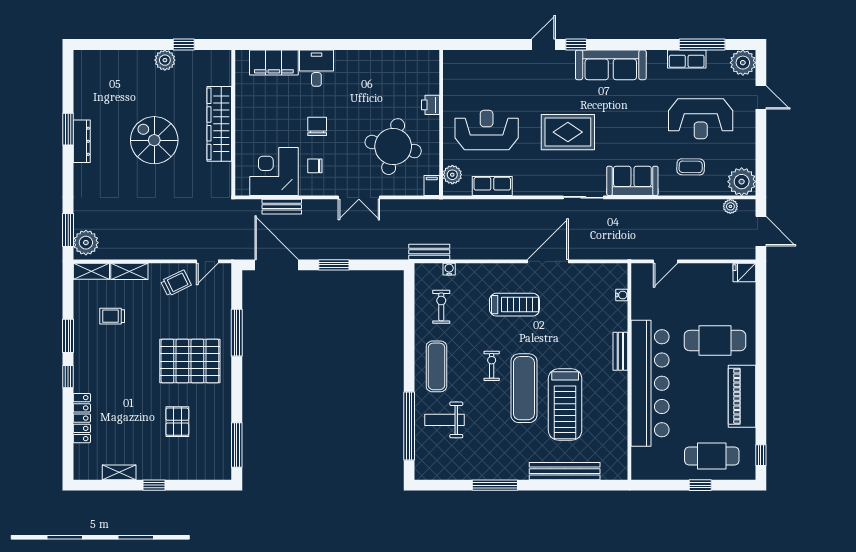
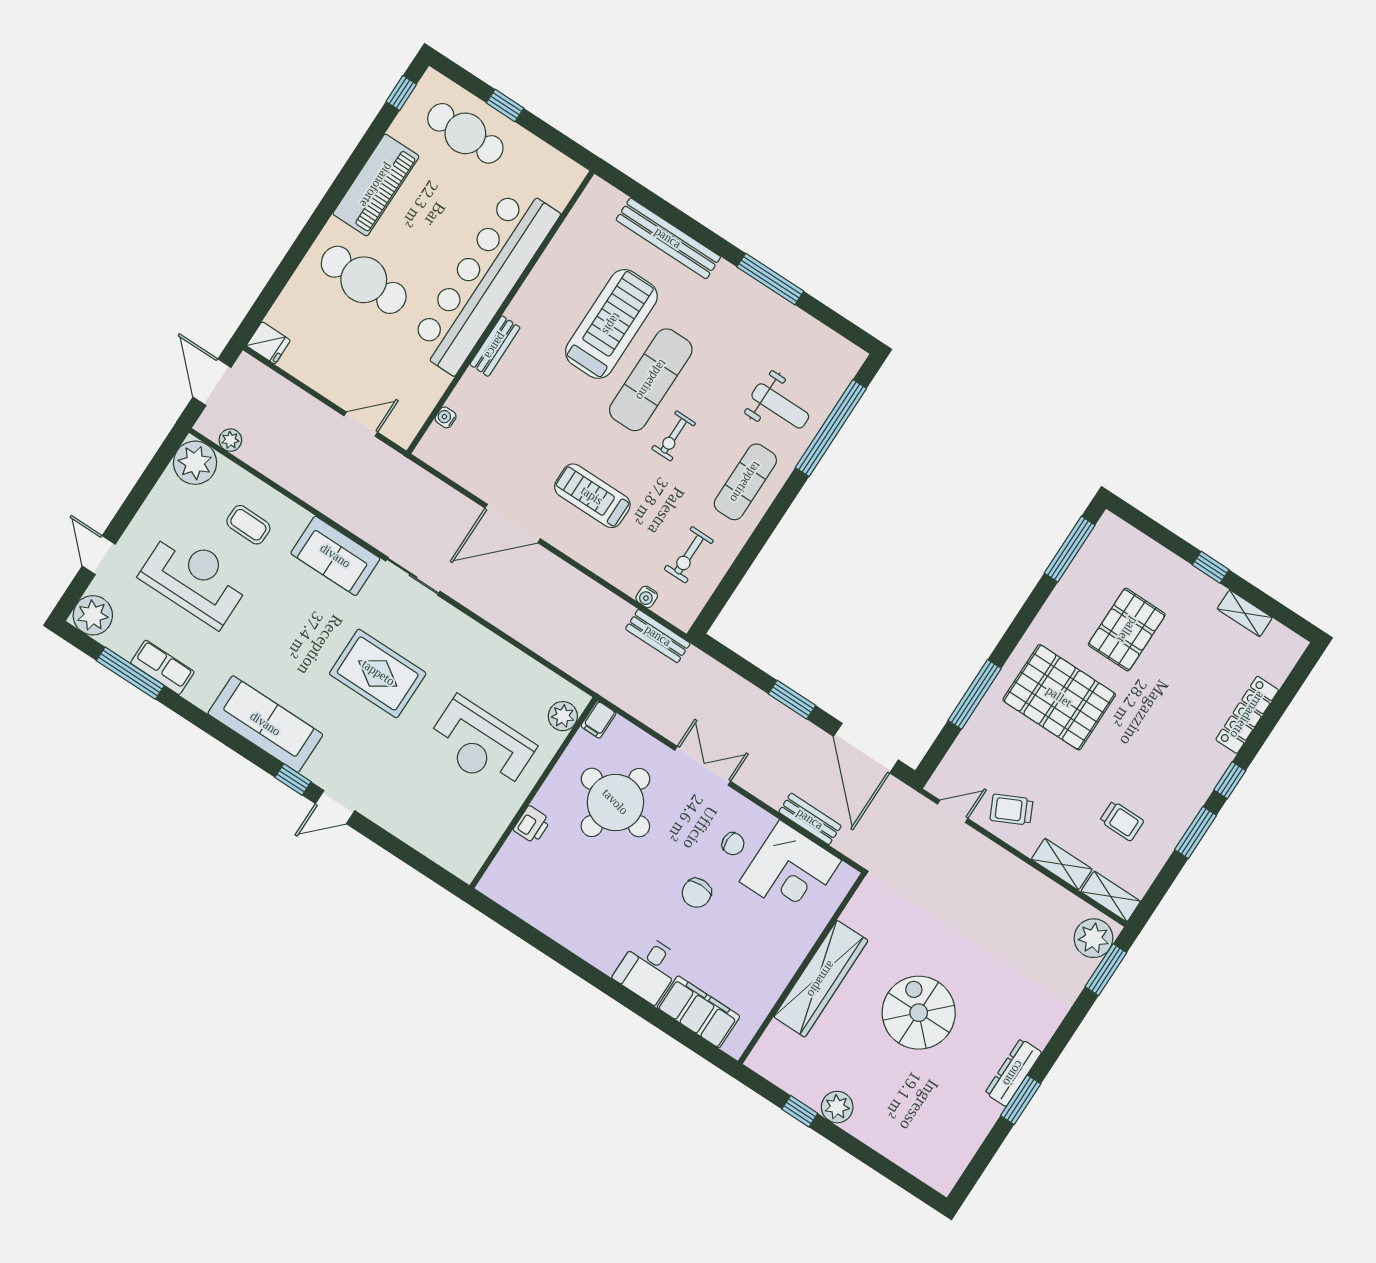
spiral stairs: (154, 140) -> (919, 1013), turned 180
row of seats: (492, 186) -> (521, 668), removed
pallet: (177, 422) -> (1127, 630), width x1.50, depth x1.42

